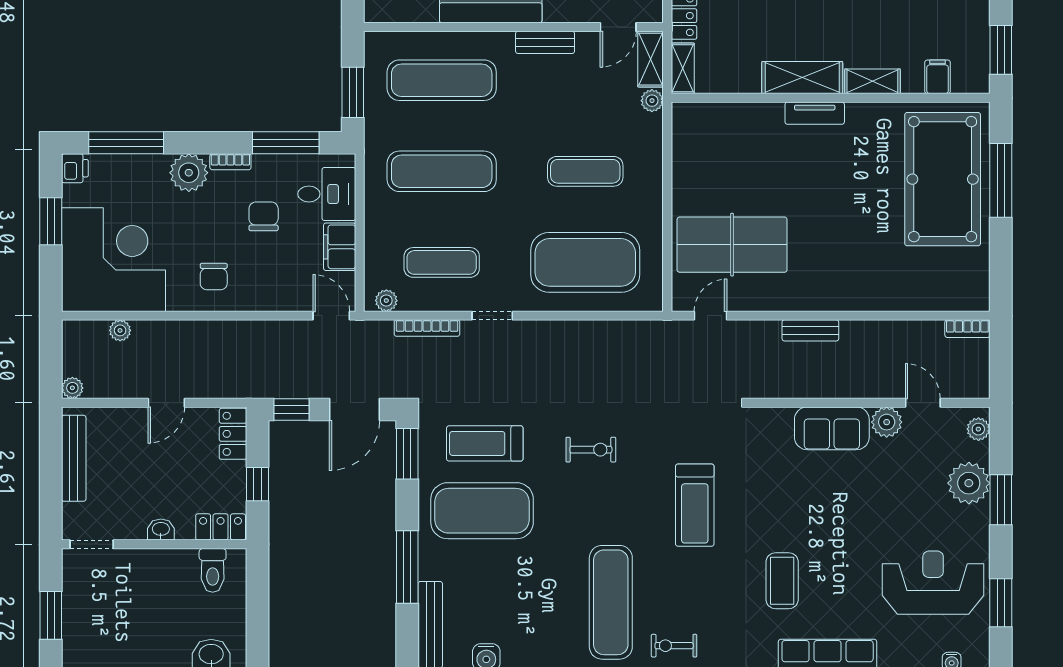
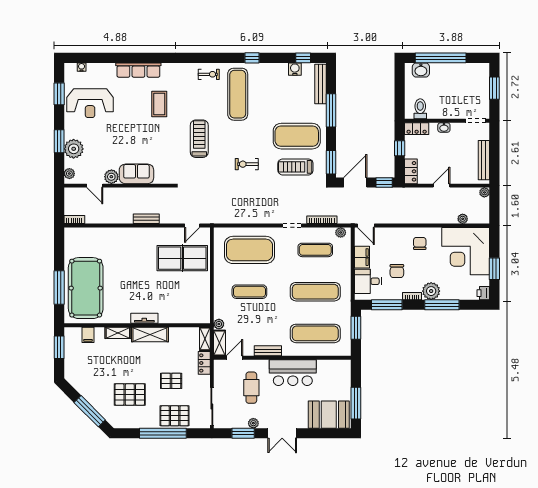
window: (126, 143) -> (442, 305), moved
treadmill: (485, 443) -> (295, 167), turned 180

